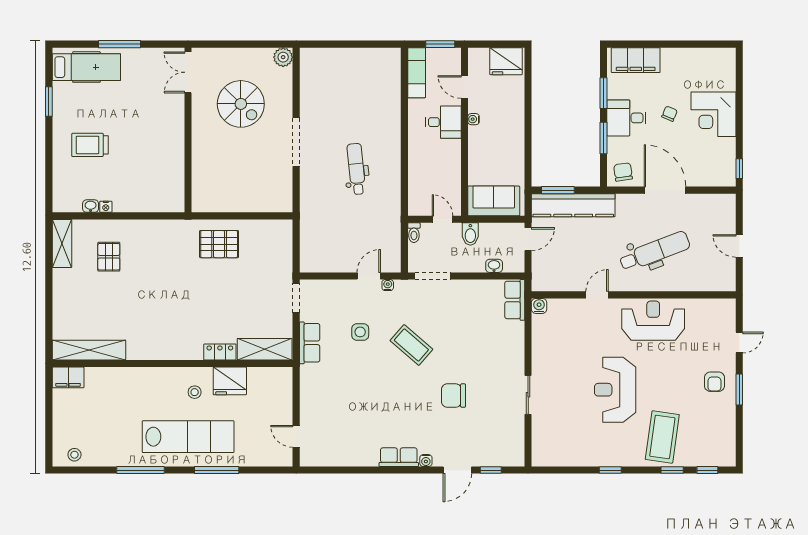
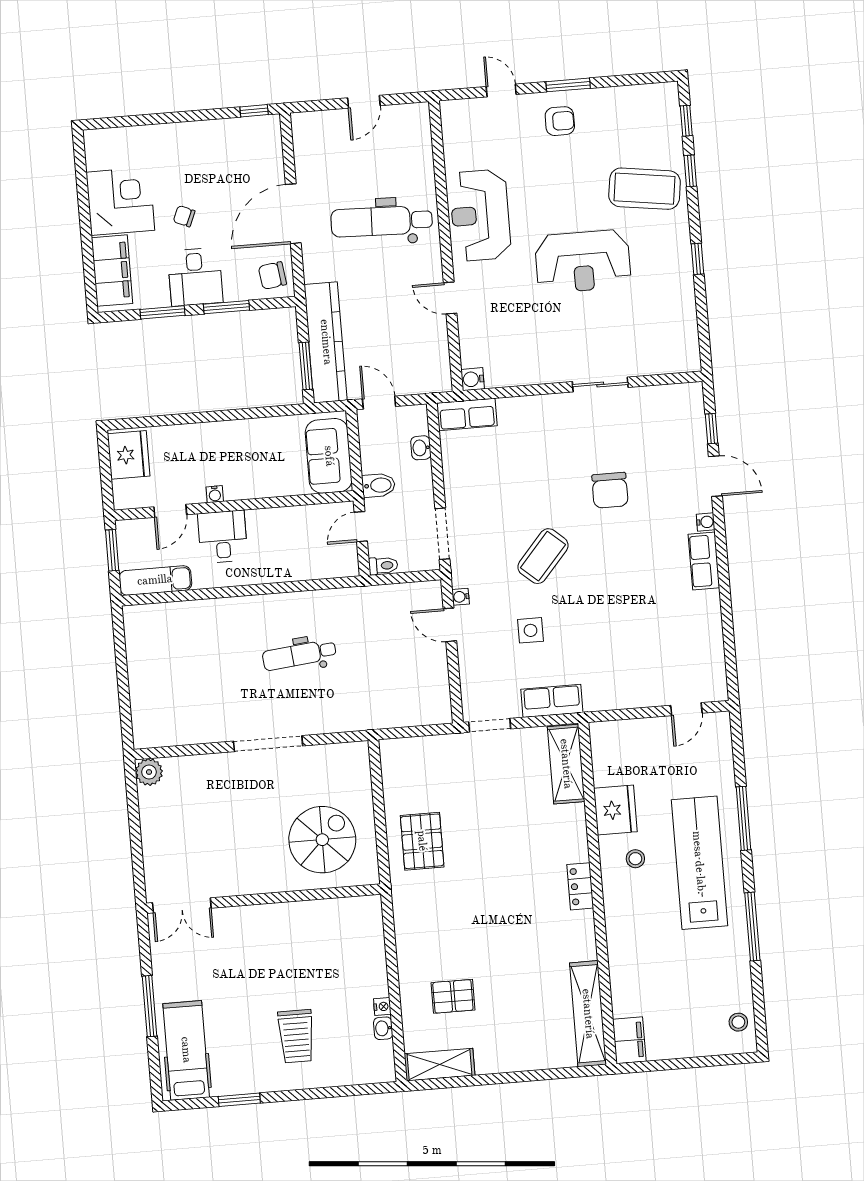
spiral stairs: (241, 104) -> (322, 840), moved
corner desk: (713, 114) -> (120, 201), moved, turned -90
dental chair: (655, 251) -> (382, 221), turned -67
locker: (220, 352) -> (580, 886), moved

